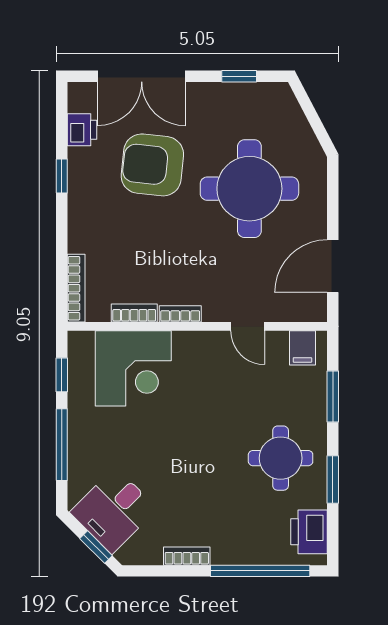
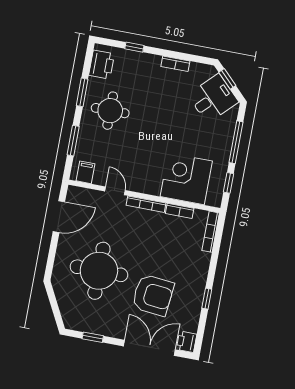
printer: (82, 130) -> (187, 342), moved
bookcase: (180, 314) -> (146, 204), width x1.56
window: (260, 571) -> (134, 47), width x0.32

